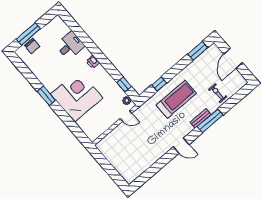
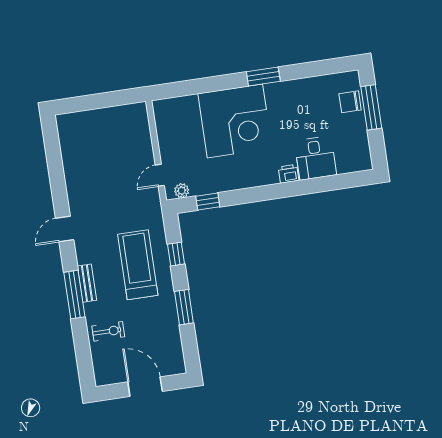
window: (198, 51) -> (184, 307), moved
printer: (93, 62) -> (288, 174), moved
treadmill: (176, 99) -> (138, 265), turned 180

